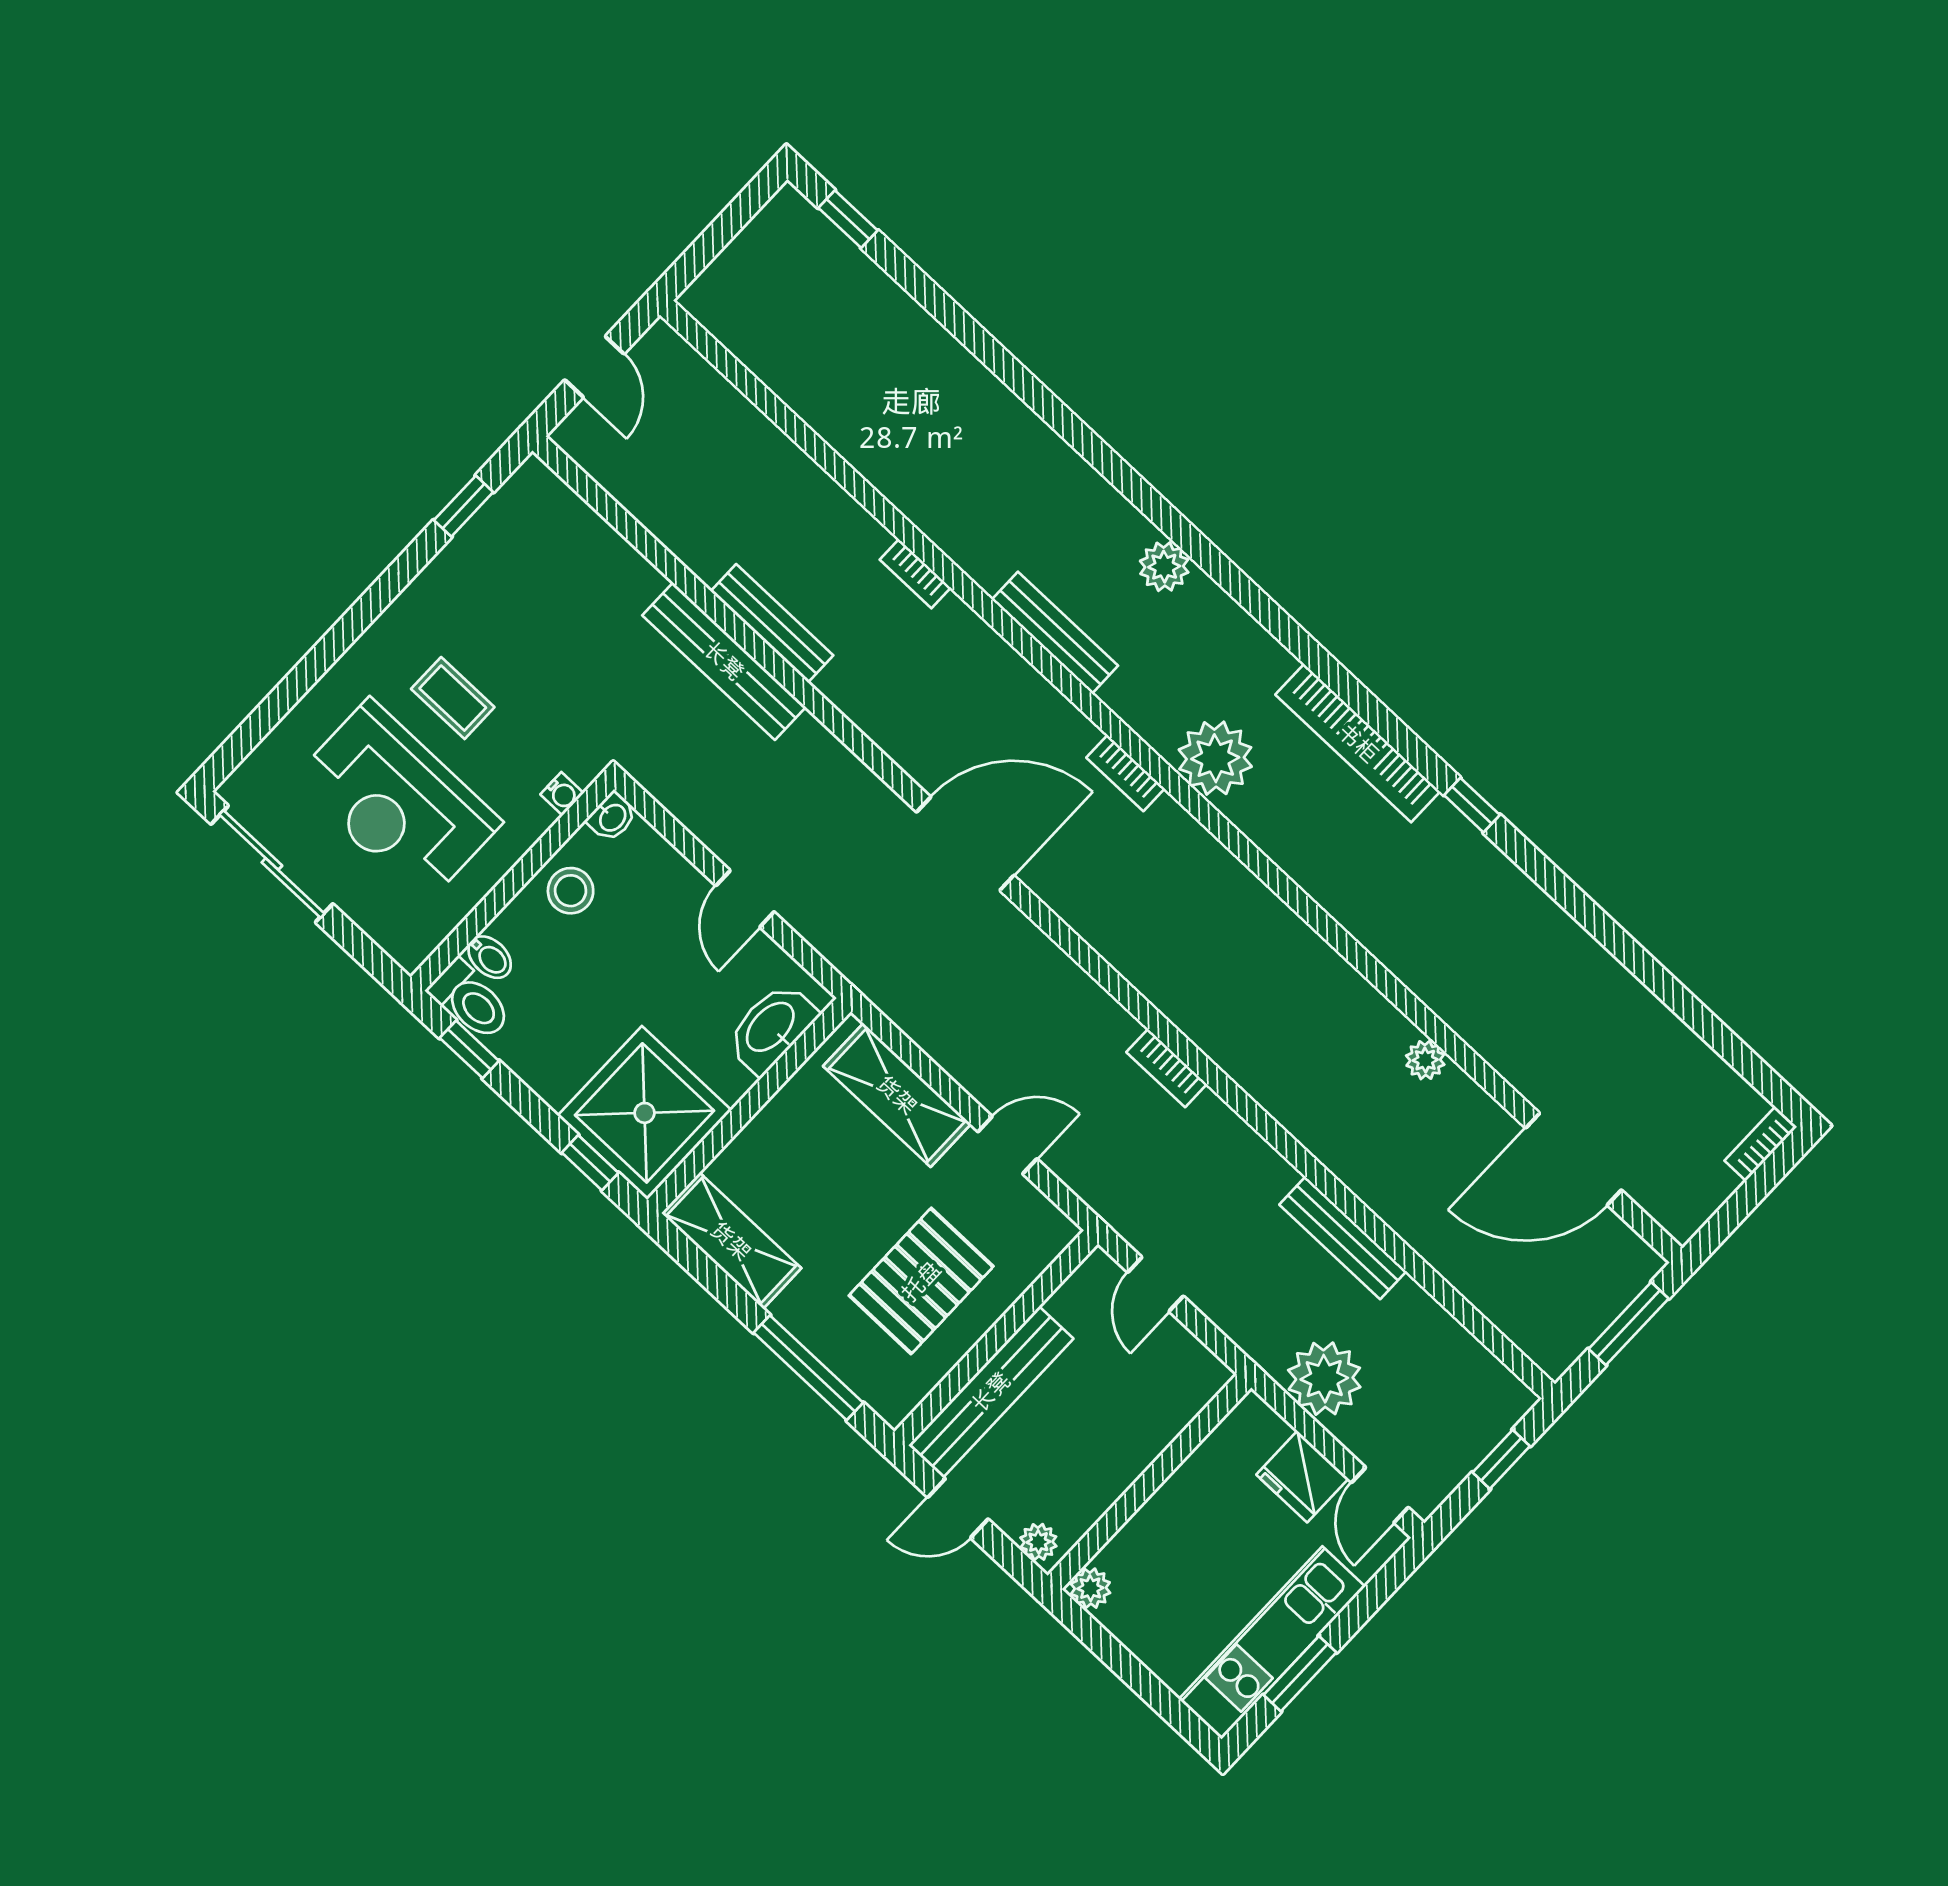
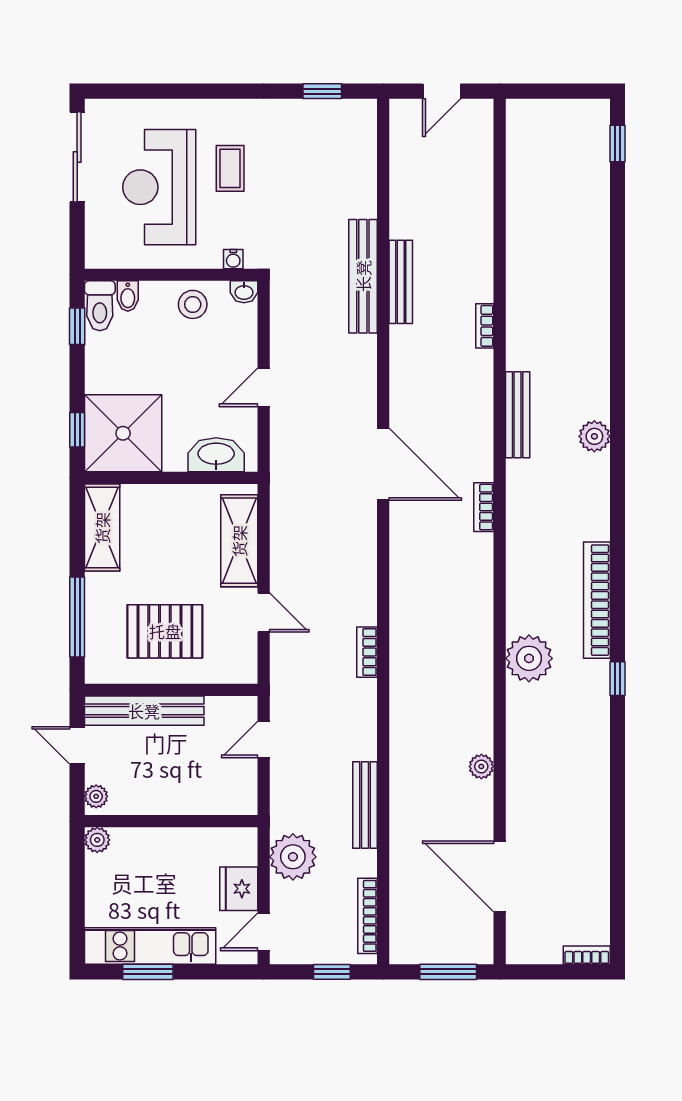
plant: (1215, 758) -> (529, 658), moved
bookcase: (1475, 1356) -> (367, 916), added

